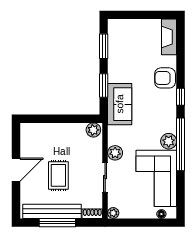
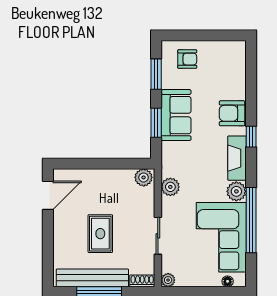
armchair: (129, 34) -> (187, 59), added
fireplace: (169, 37) -> (237, 158), moved
sofa: (120, 104) -> (176, 115), moved
window: (181, 144) -> (251, 220), moved
plant: (115, 153) -> (170, 187), moved
door: (16, 170) -> (48, 195), moved

